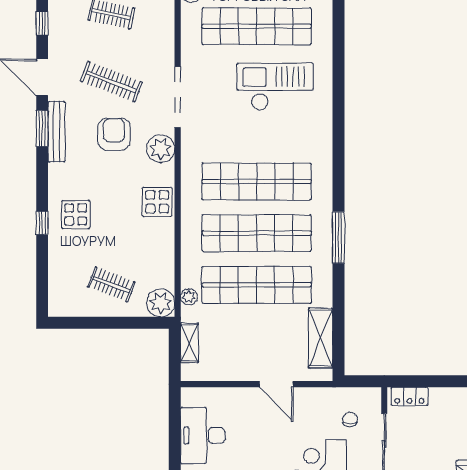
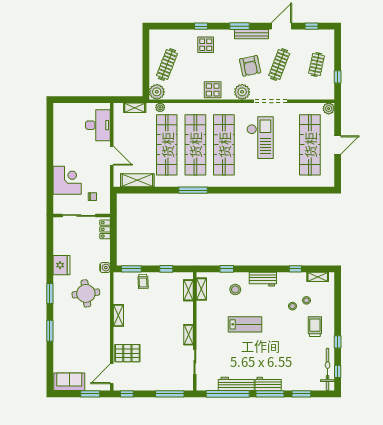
checkout: (275, 87) -> (260, 138), moved
window: (42, 128) -> (240, 26), moved
armchair: (114, 134) -> (250, 66), turned 78
clothes rail: (111, 284) -> (167, 65), width x1.36
door: (276, 384) -> (112, 156), swing flipped
desk: (203, 436) -> (98, 125), moved, turned 90

